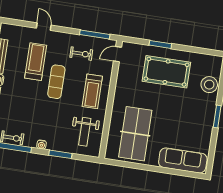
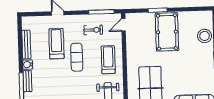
pool table: (166, 72) -> (167, 32), turned 90
treadmill: (92, 91) -> (108, 60), turned 180

